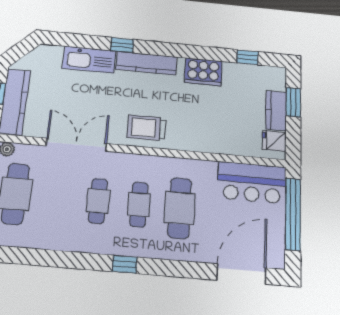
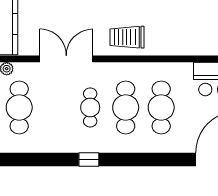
cafe table: (139, 204) -> (126, 107), width x1.37, depth x1.35
window: (125, 264) -> (89, 159), moved

